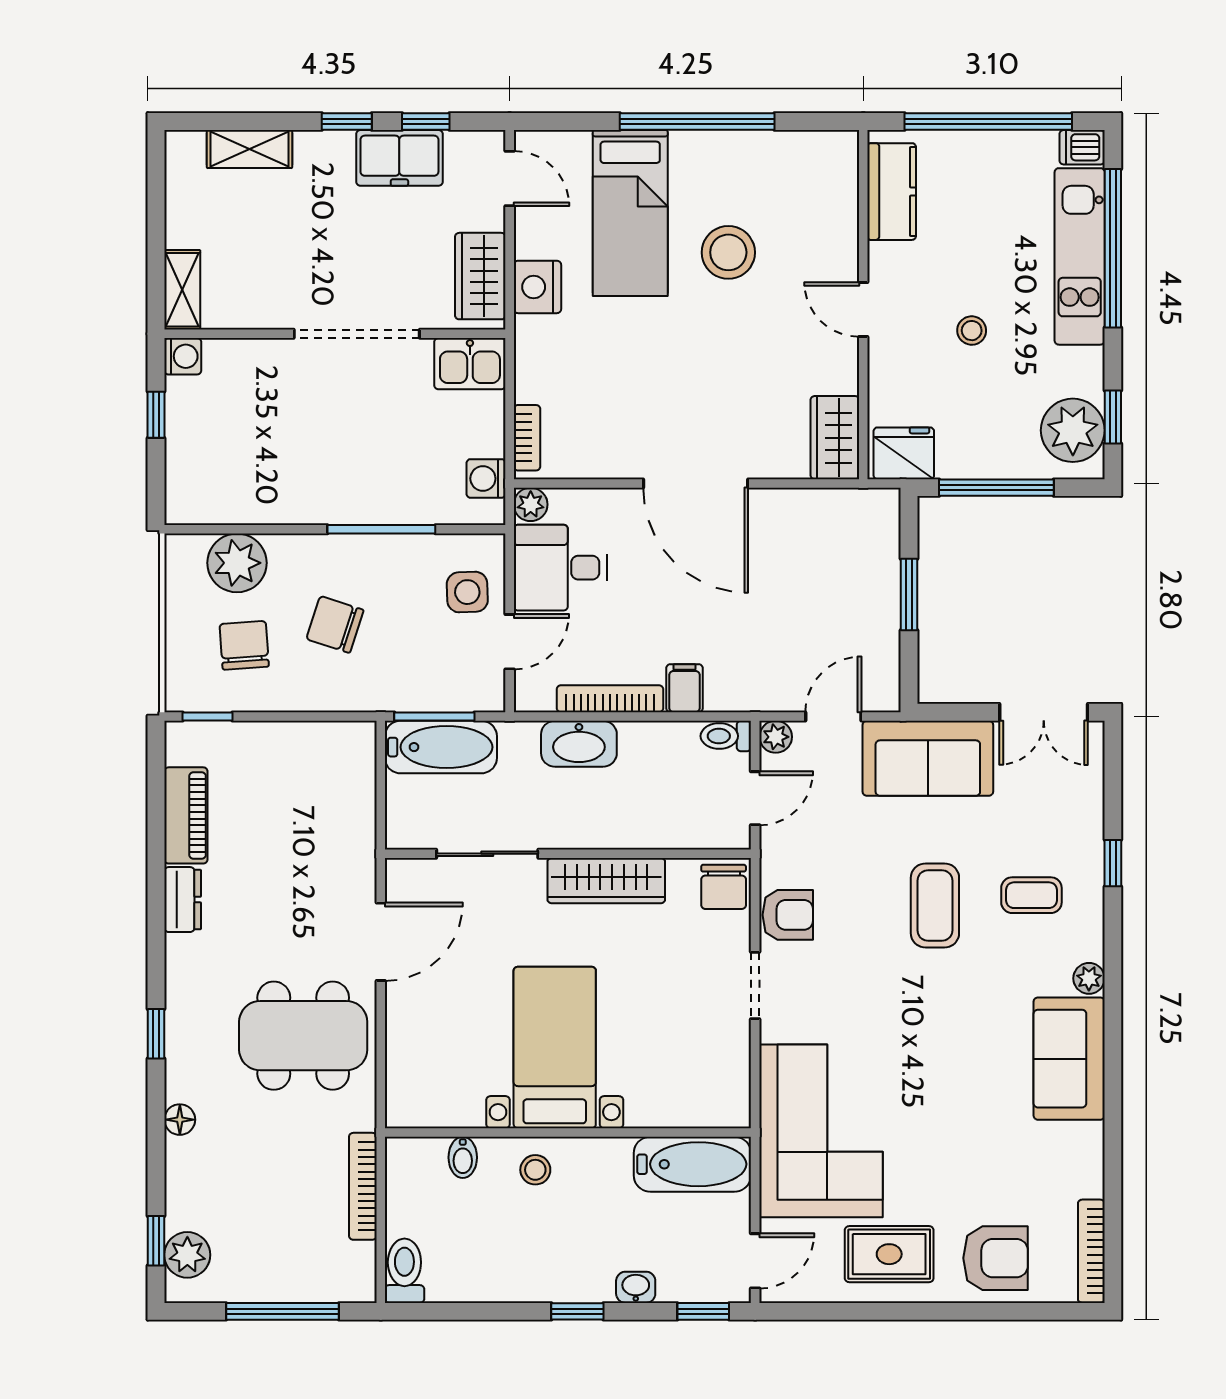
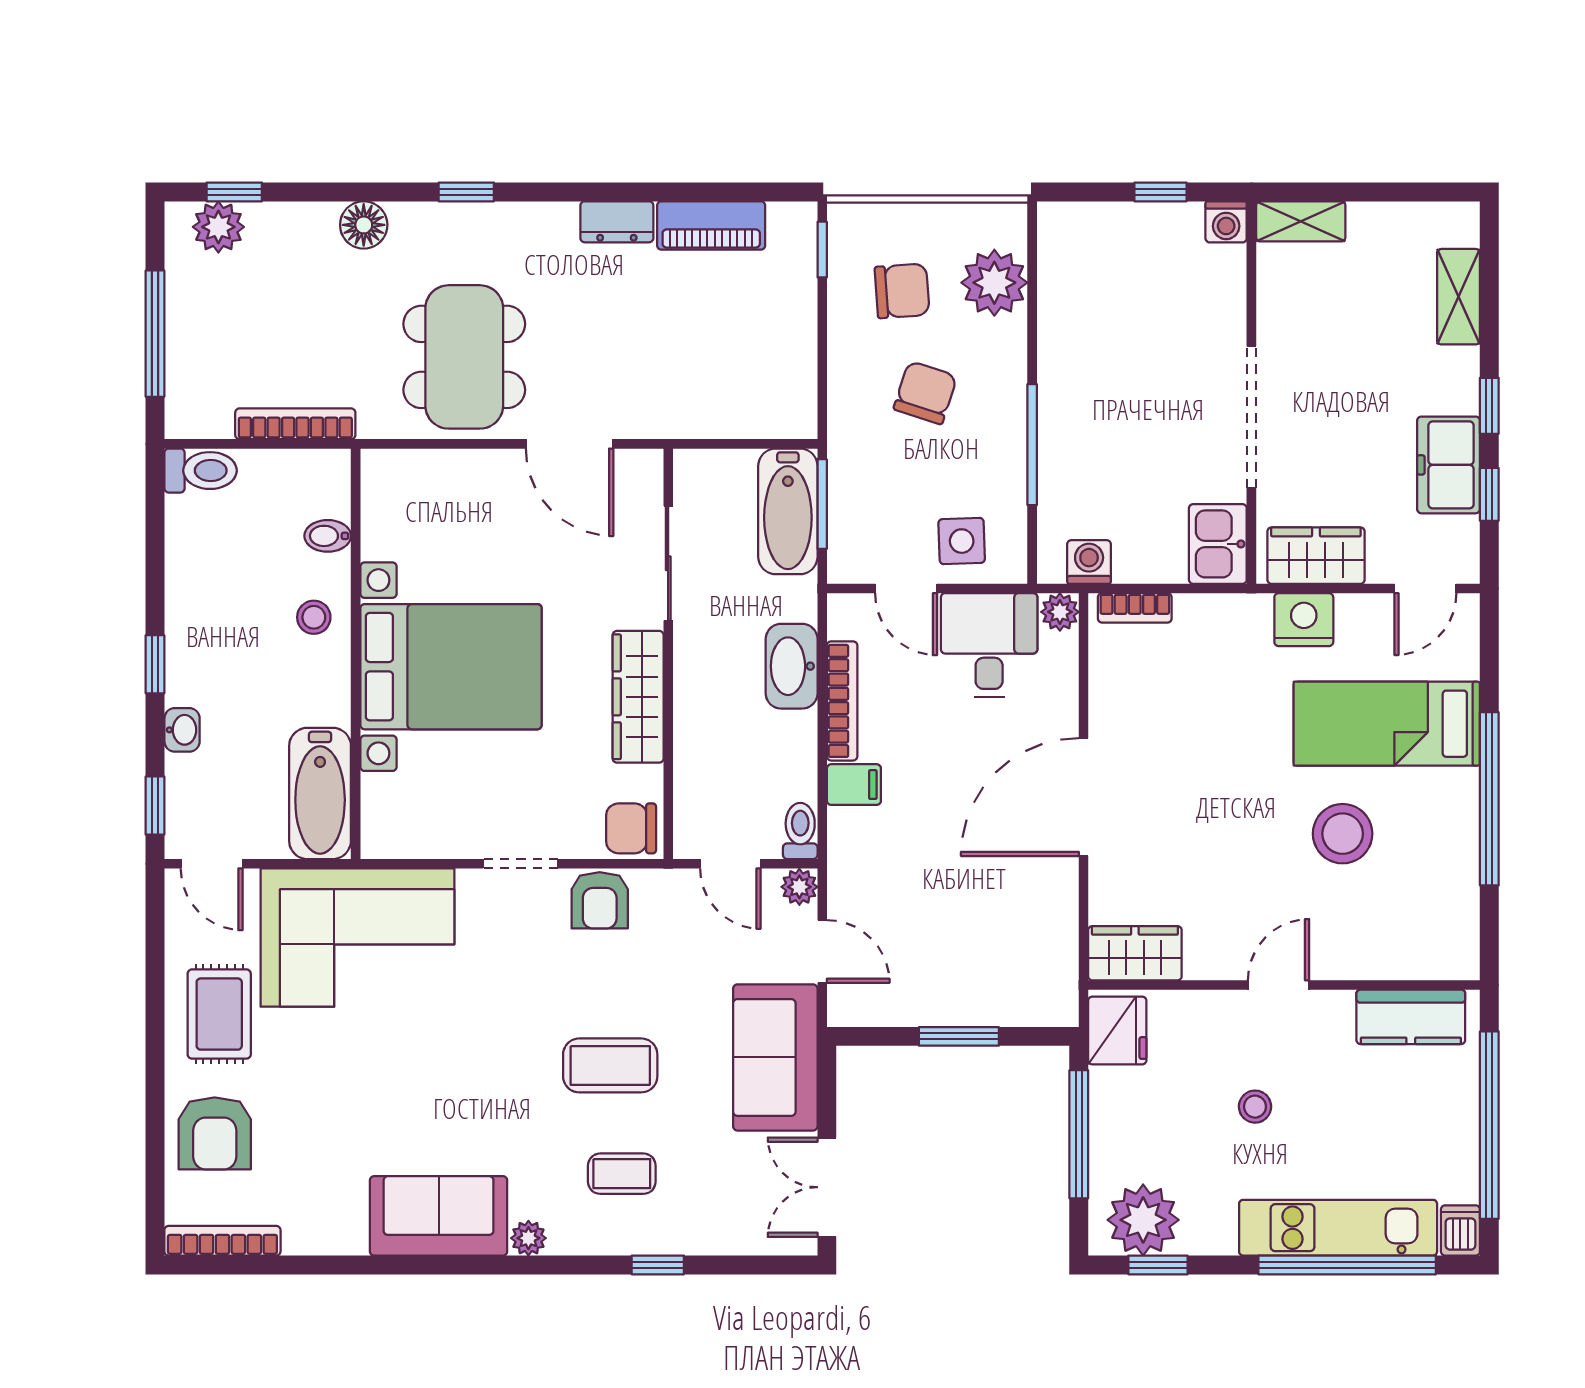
coffee table: (1031, 895) -> (622, 1174), turned 90
bed with nightstands: (555, 1047) -> (451, 667), width x1.36
floor lamp: (180, 1120) -> (364, 225), width x1.37, depth x1.37

